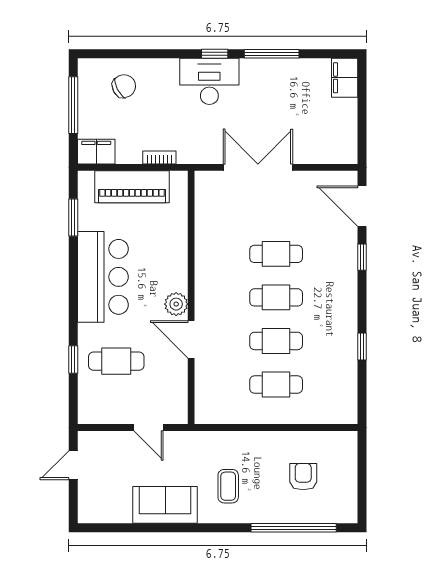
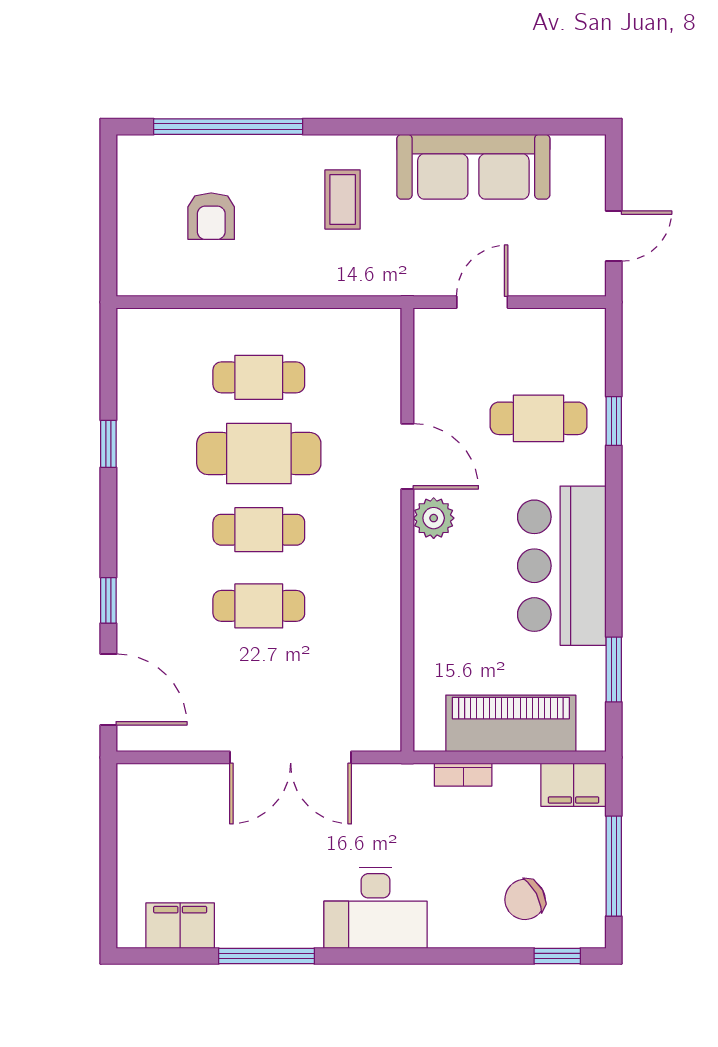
window: (215, 54) -> (557, 956), moved
filing cabinet: (345, 78) -> (180, 926), moved, turned -90
cafe table: (276, 341) -> (259, 454), width x1.37, depth x1.35
door: (148, 428) -> (482, 302), hinge flipped
sofa: (165, 505) -> (473, 167), width x1.36

